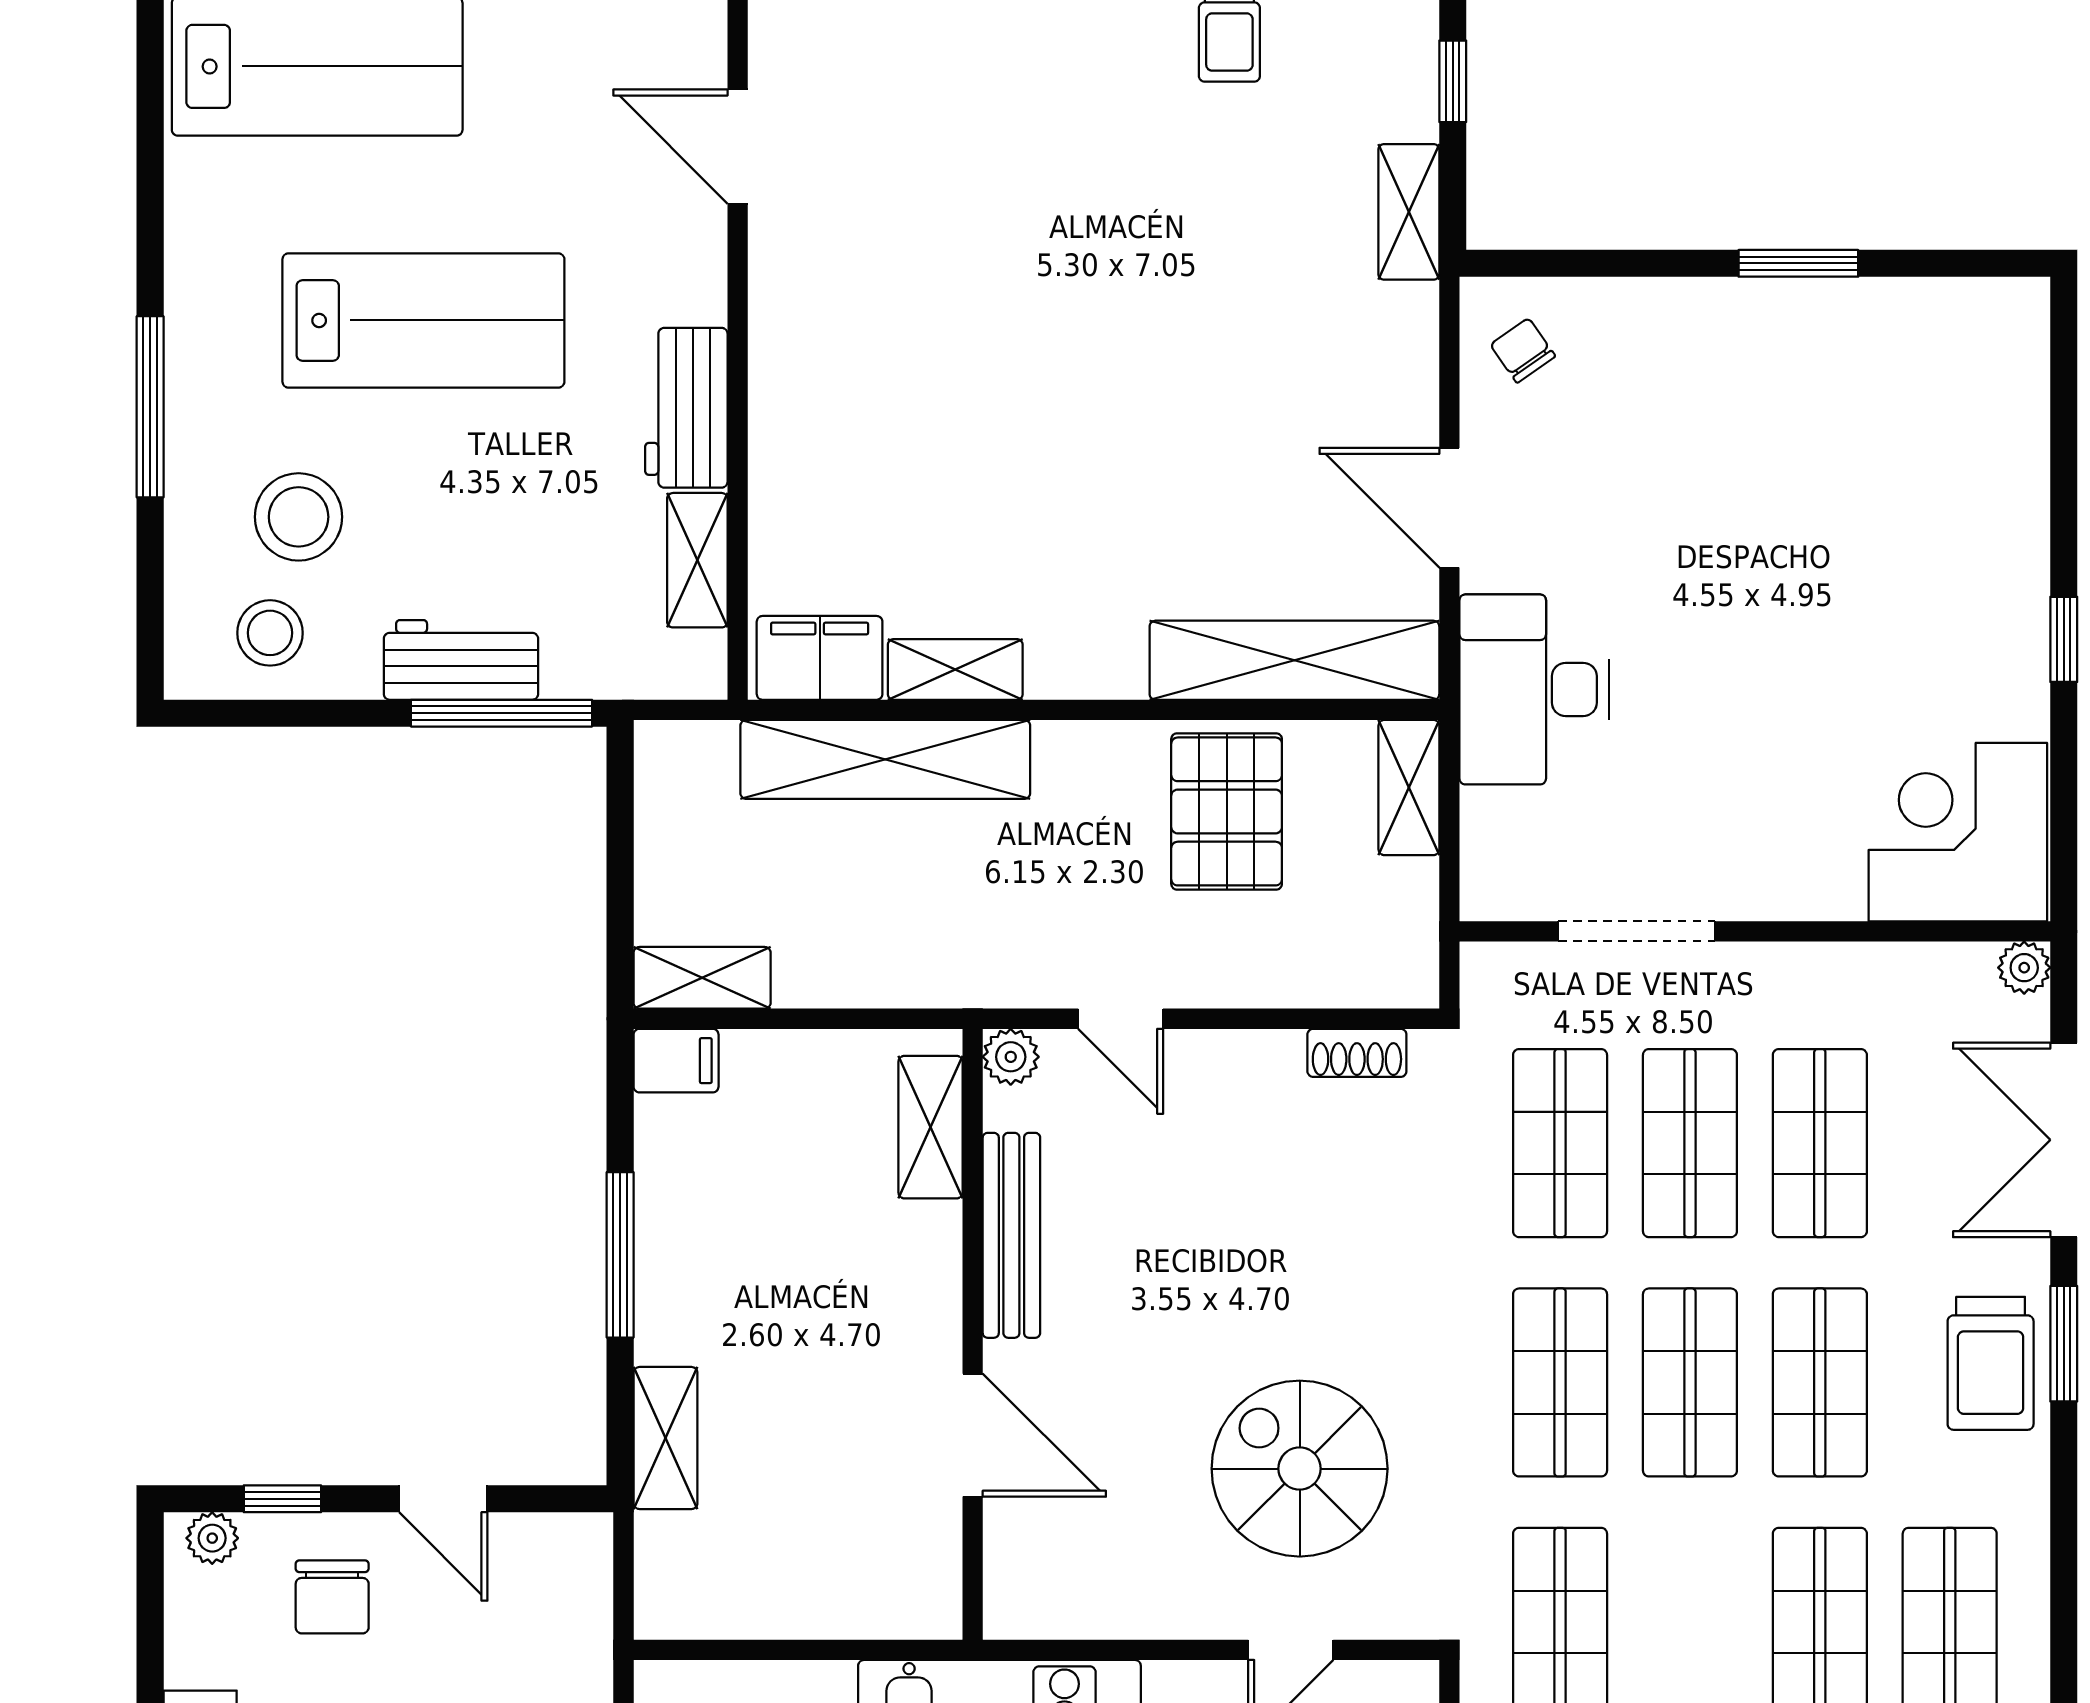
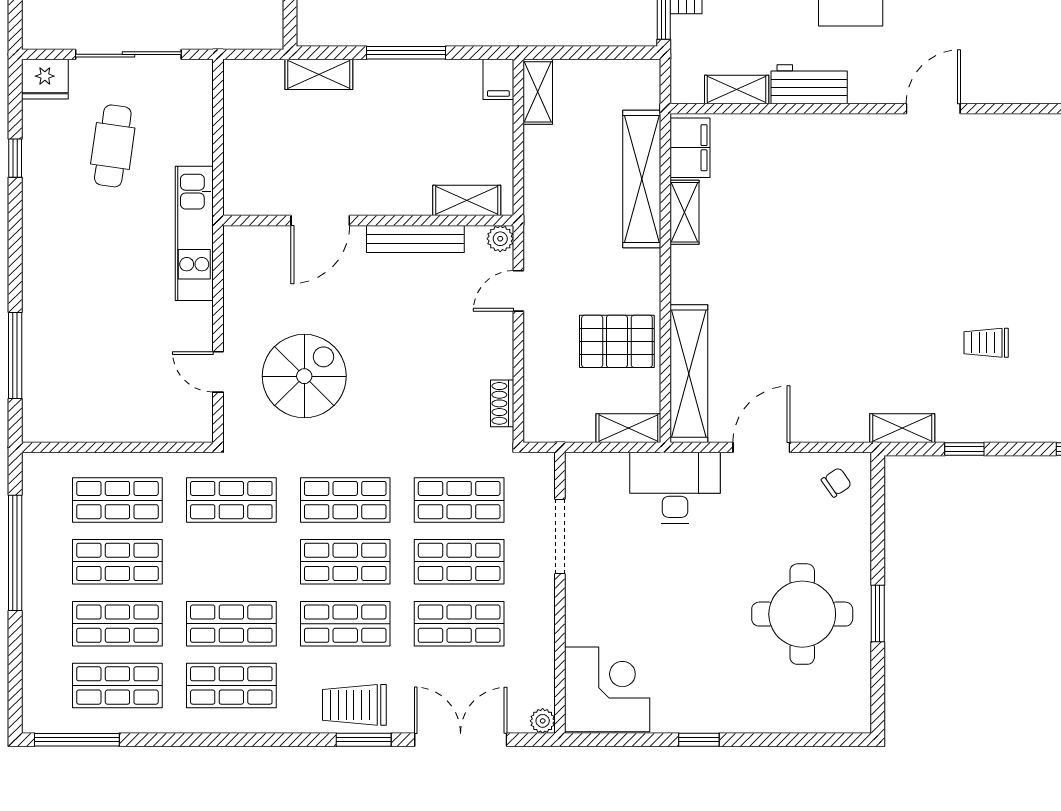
round table: (1800, 422) -> (802, 614), added

